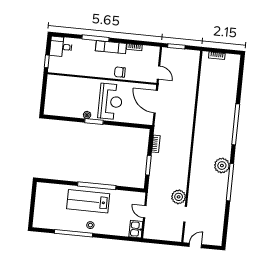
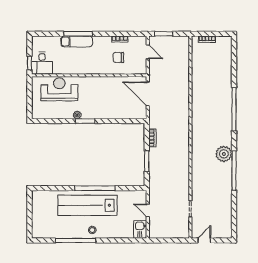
desk: (61, 47) -> (42, 63), moved, turned -90
exam couch: (111, 47) -> (77, 41), moved
chair: (120, 72) -> (118, 58), moved
door: (159, 73) -> (148, 52), moved
reception desk: (110, 101) -> (59, 89), moved, turned -90
plant: (179, 197) -> (182, 191), removed
lab bench: (88, 201) -> (87, 205), width x1.36

